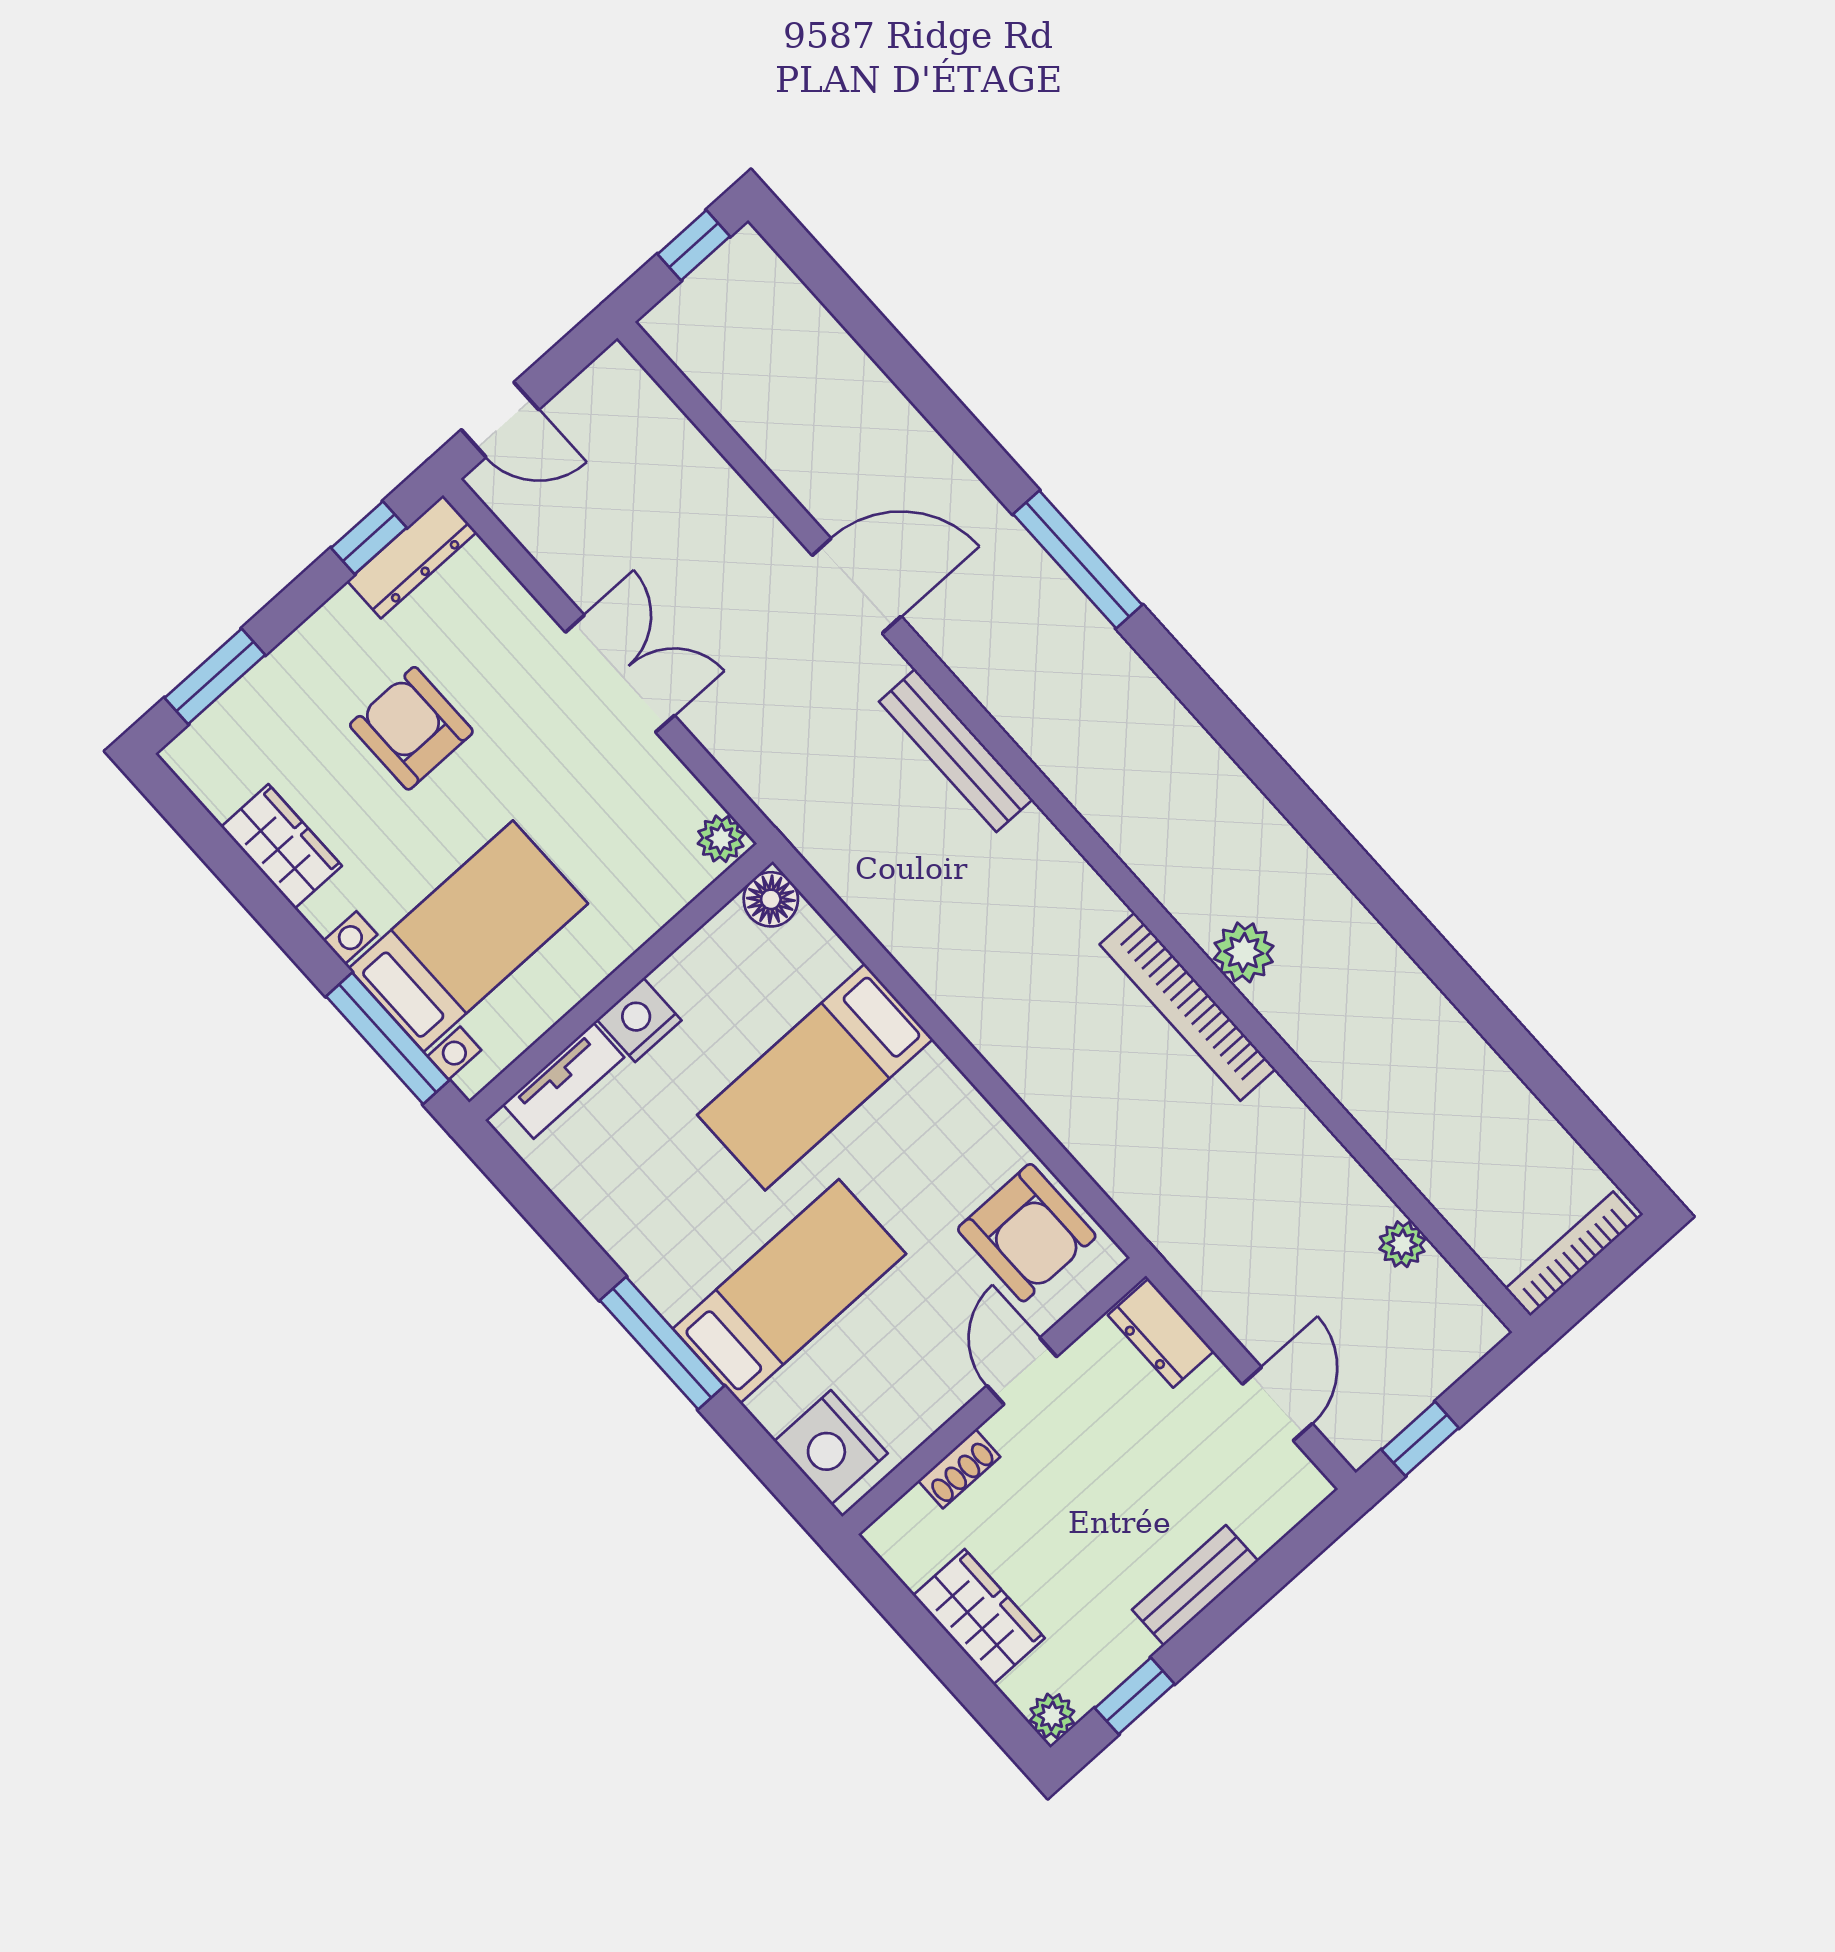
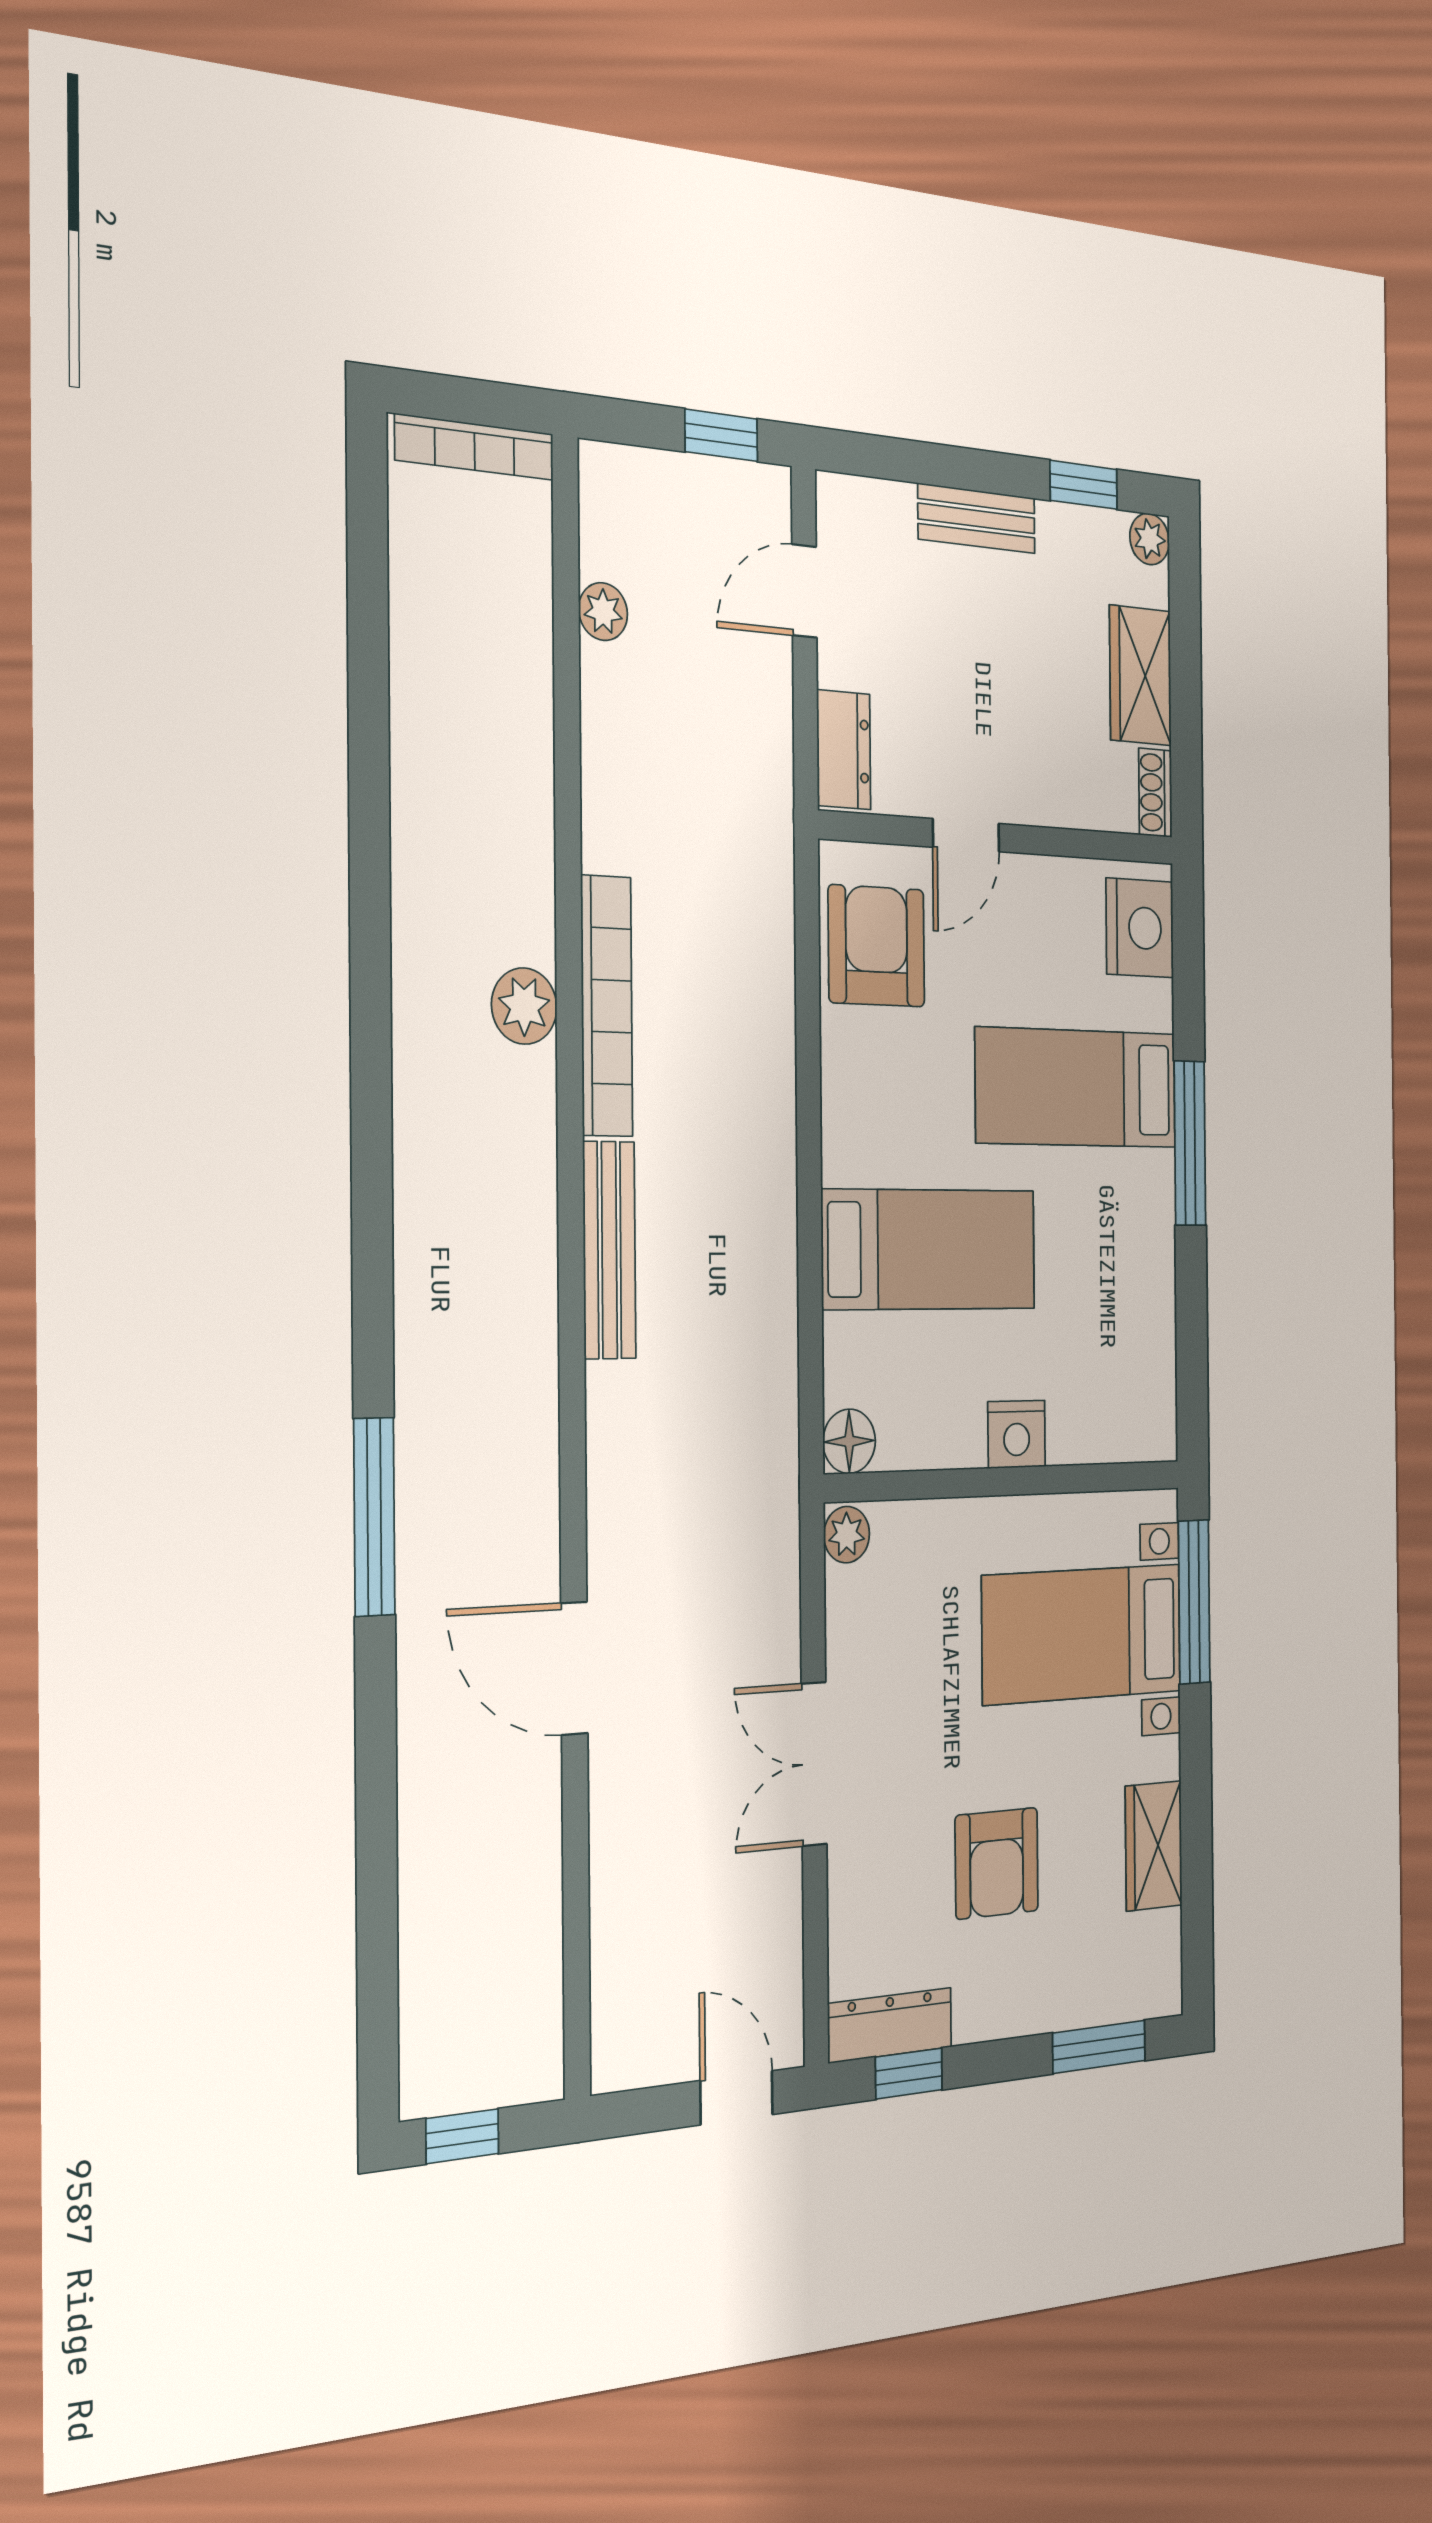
bench: (956, 750) -> (609, 1250), moved
tv unit: (563, 1081) -> (1104, 1438), removed
shoe rack: (959, 1469) -> (1155, 793), moved, turned -90

